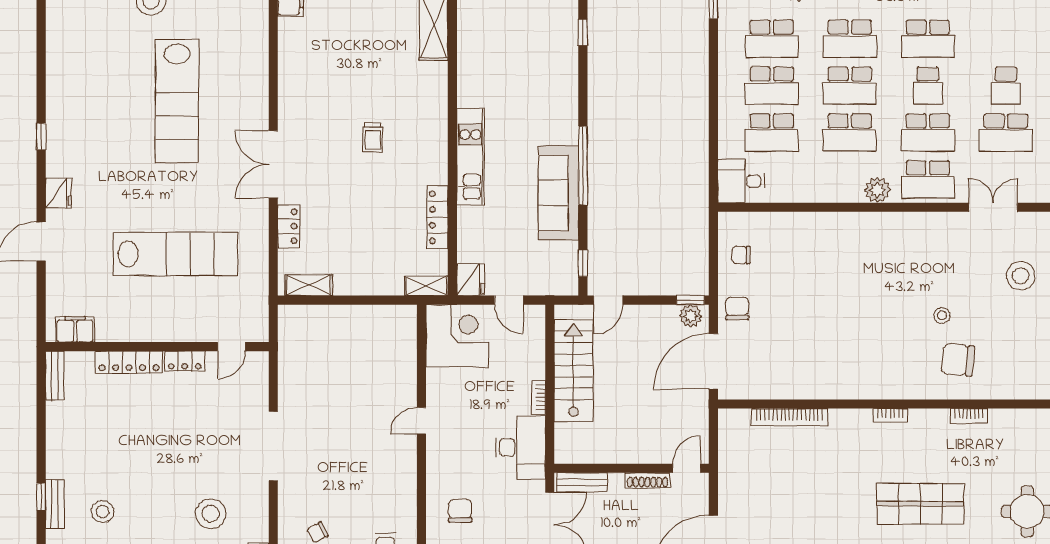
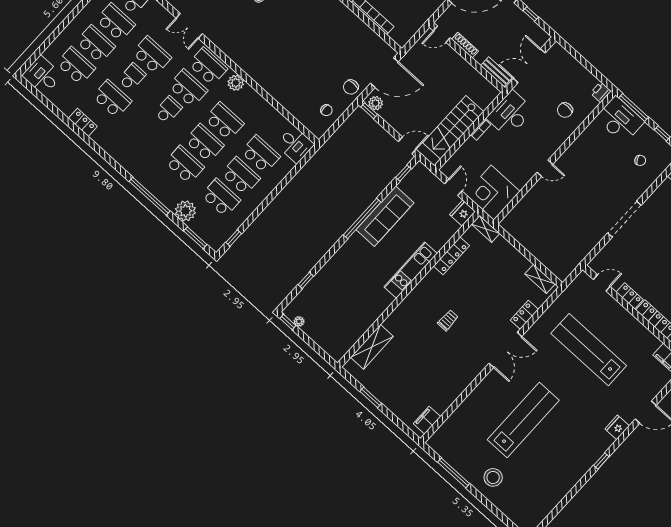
school desk: (928, 39) -> (112, 99), moved

